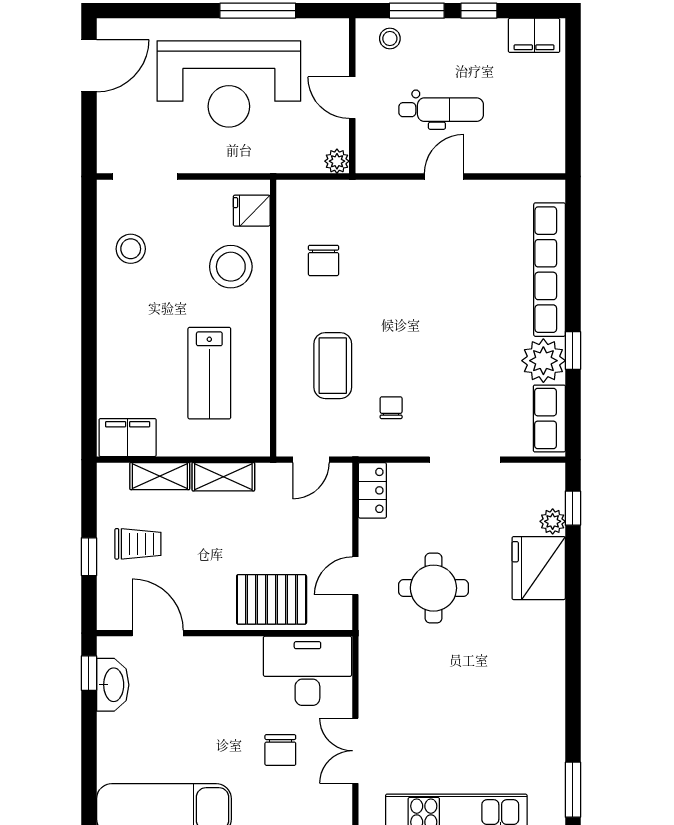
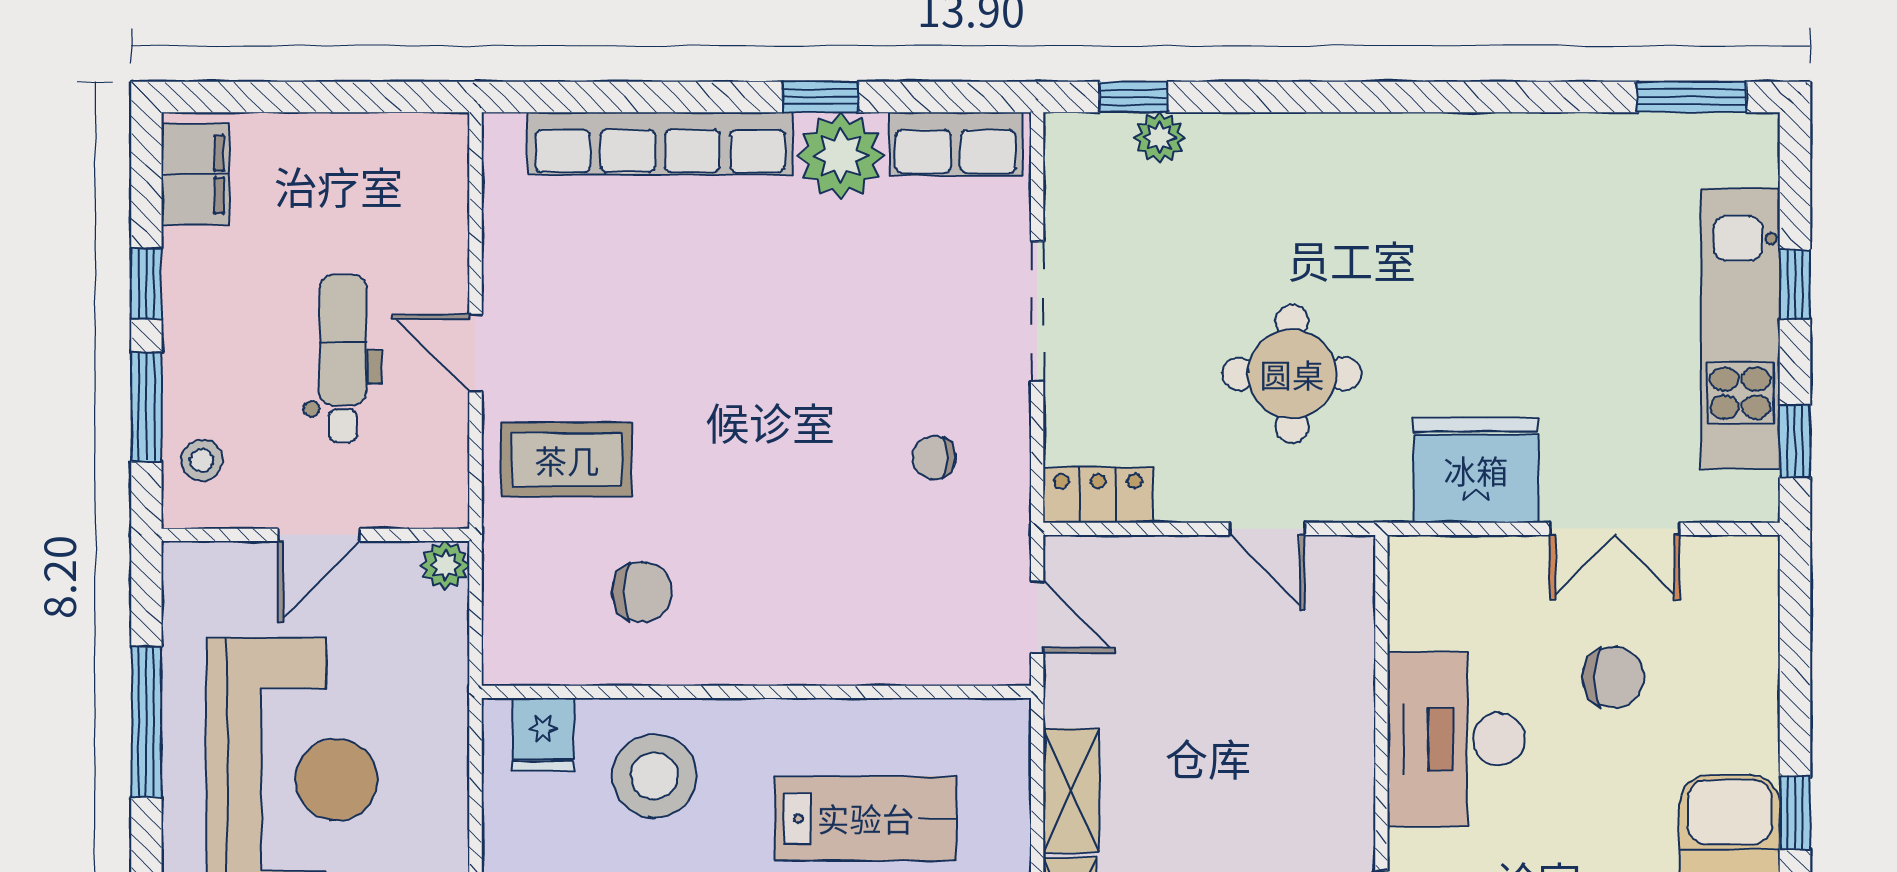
coffee table: (333, 366) -> (567, 460), moved
fridge: (539, 568) -> (1476, 470), moved, turned 180
pallet: (272, 599) -> (1314, 695), removed
desk: (307, 671) -> (1456, 739), moved

